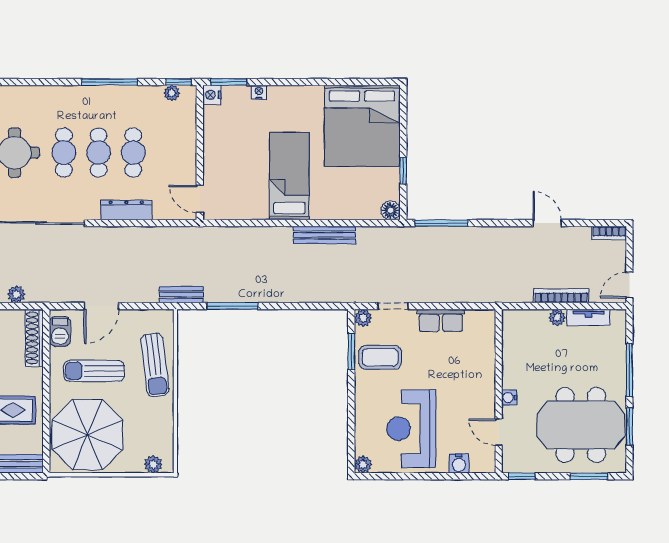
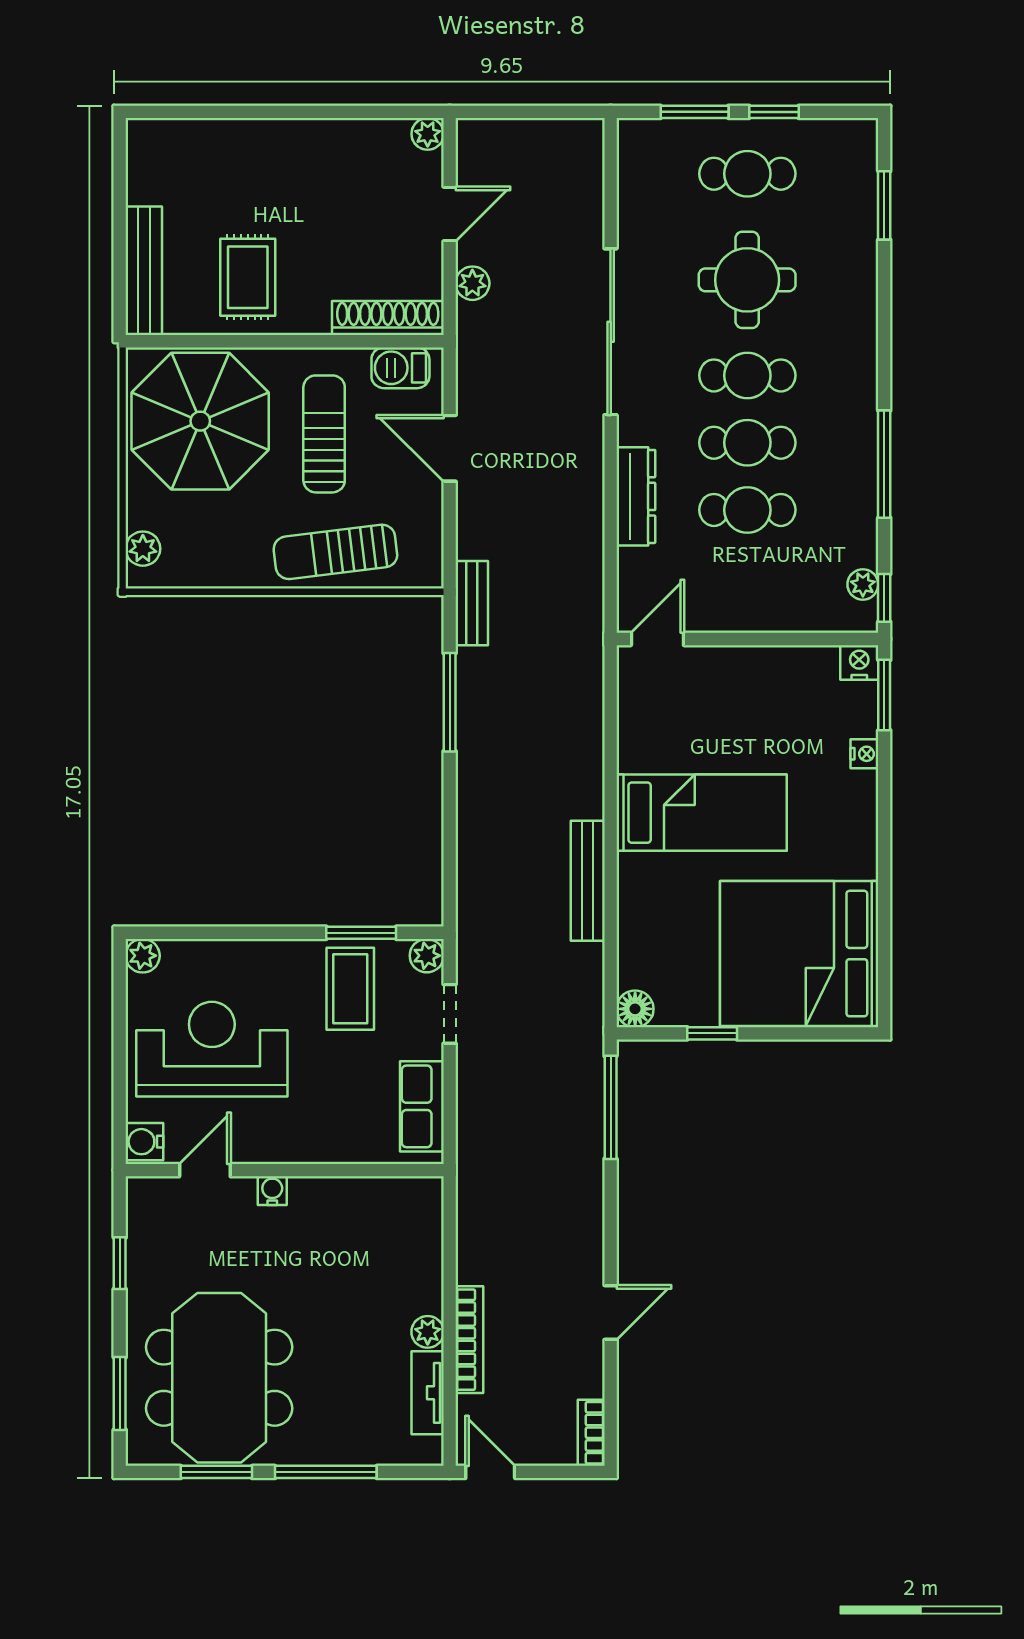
wall: (499, 391) -> (285, 1170), moved
water cooler: (509, 398) -> (272, 1191), moved
door: (499, 432) -> (205, 1170), moved

